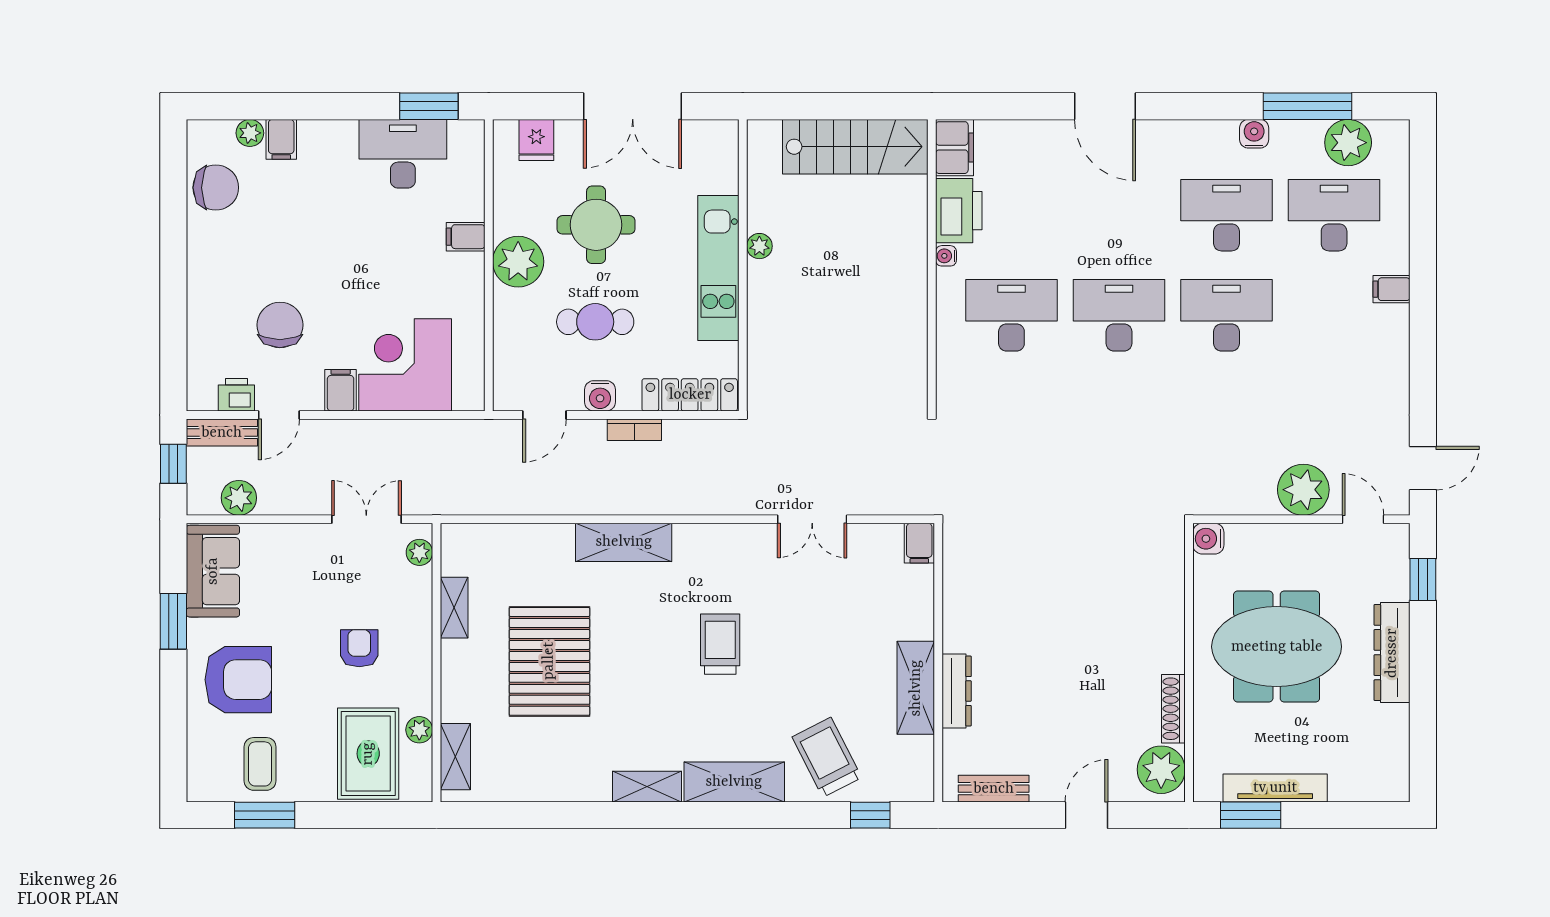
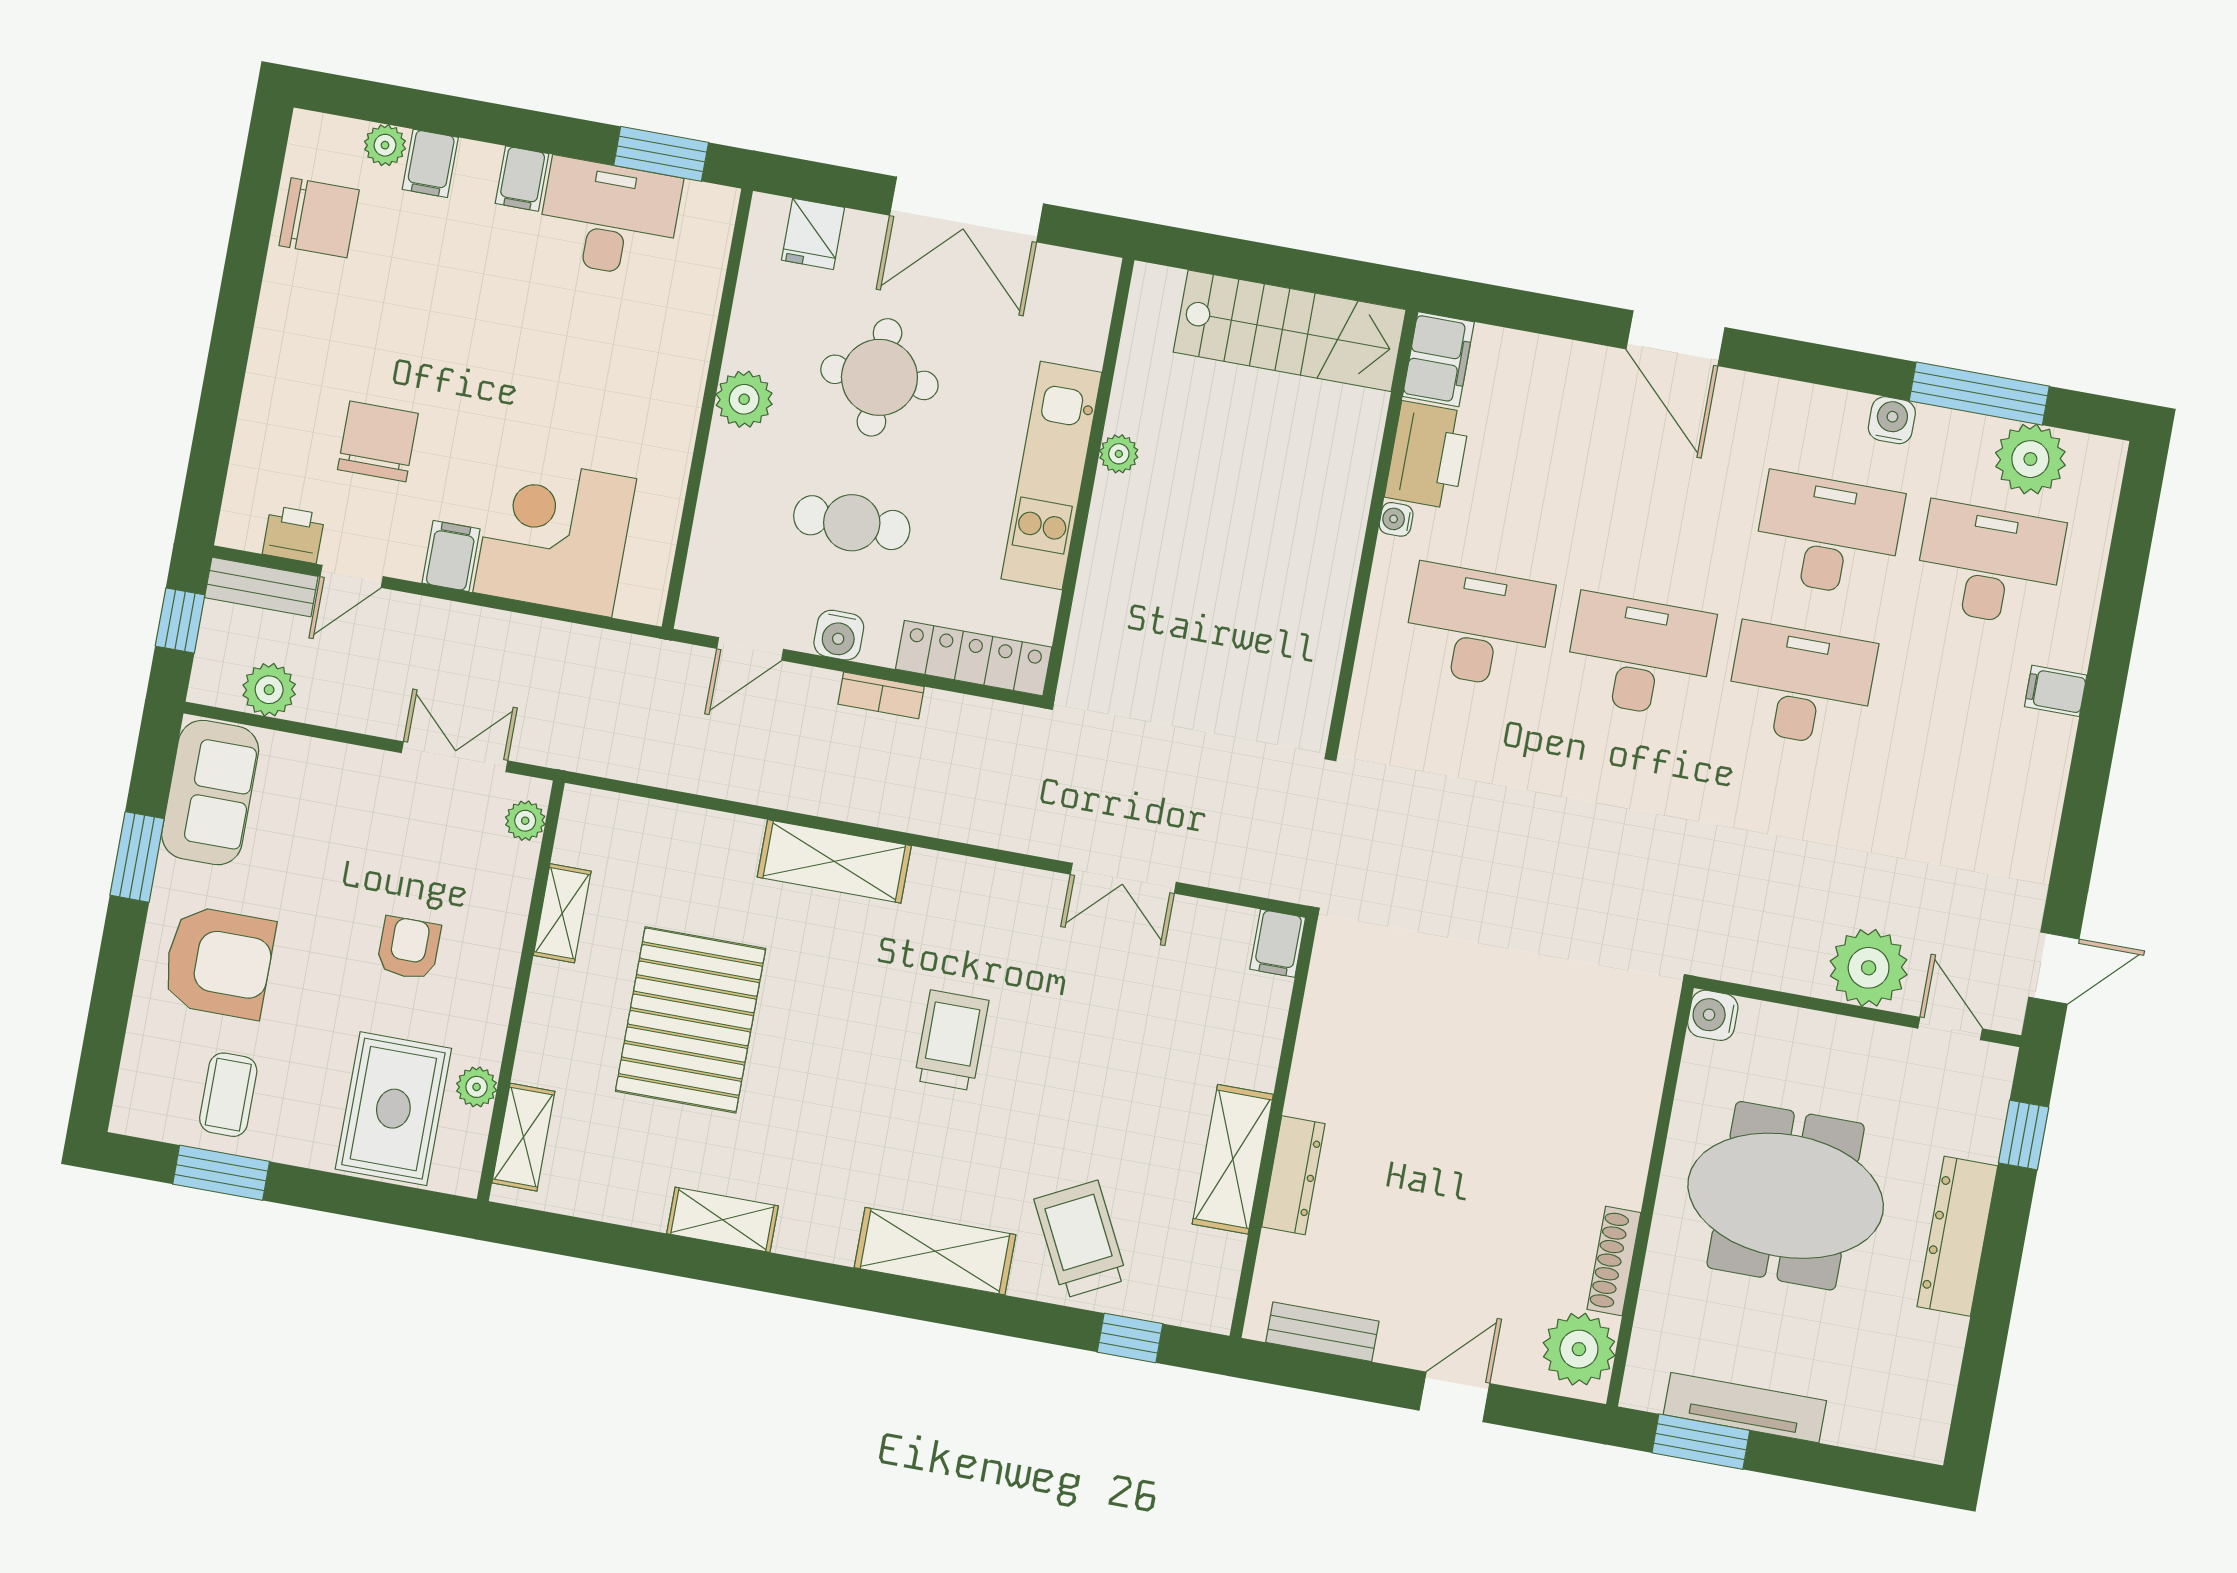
filing cabinet: (466, 237) -> (522, 179), moved, turned -90
plant: (518, 262) -> (744, 399), width x0.73, depth x0.73
shelving: (647, 787) -> (722, 1220), moved

